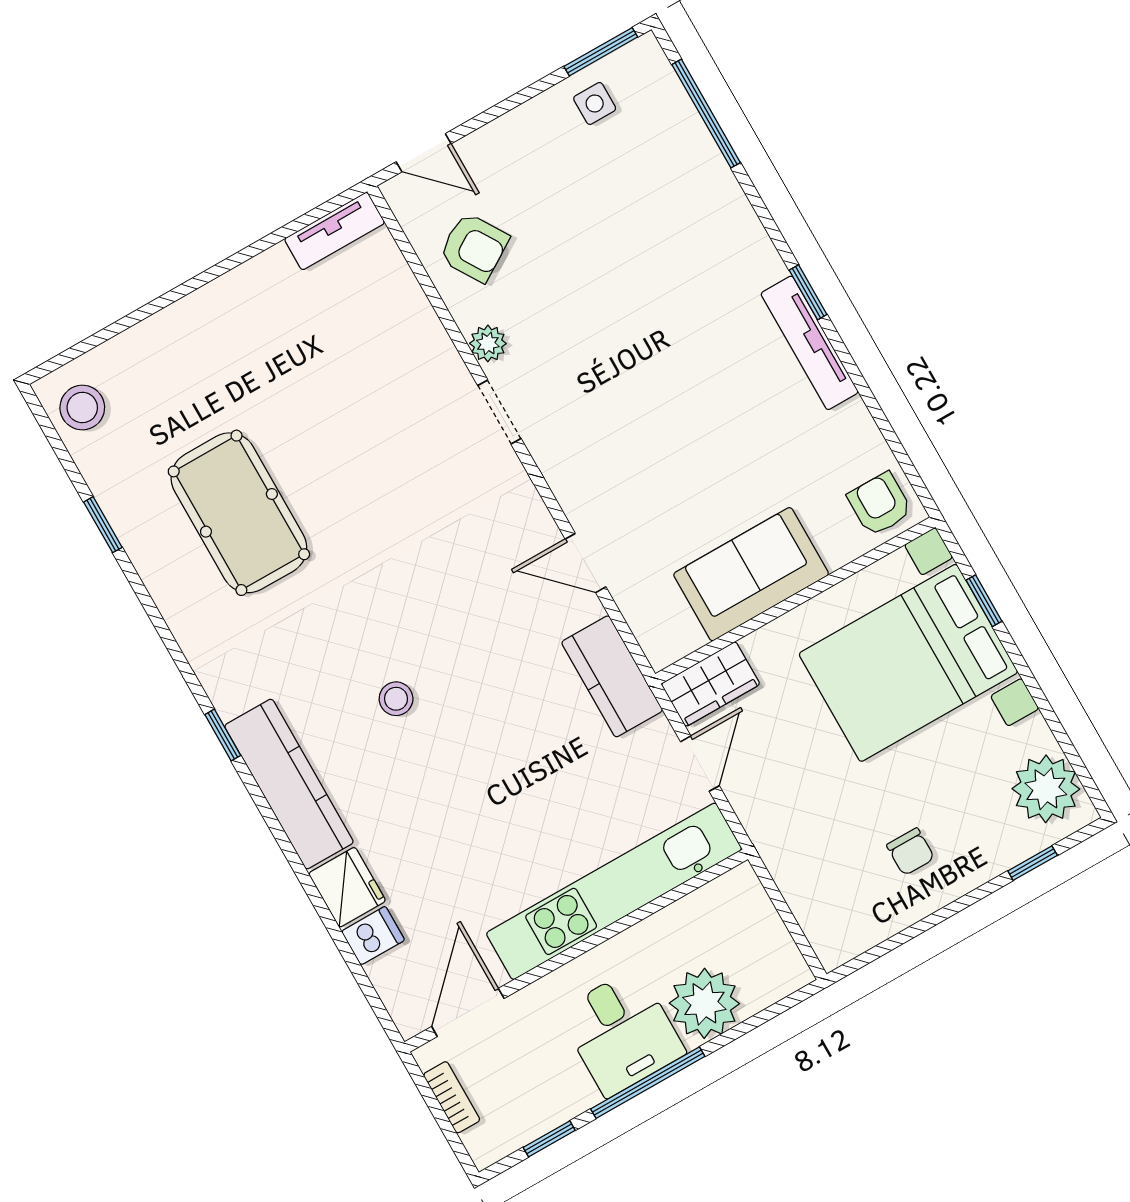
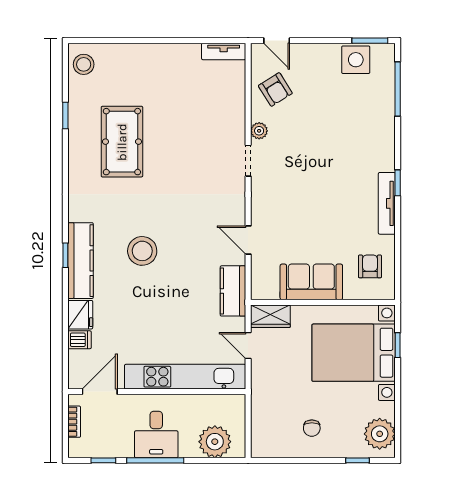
side table: (595, 103) -> (356, 60), width x1.87, depth x1.87
armchair: (880, 504) -> (370, 266), moved
stool: (396, 699) -> (142, 251), width x1.89, depth x1.89
window: (223, 735) -> (65, 255), moved
door: (700, 764) -> (248, 346), swing flipped
plant: (704, 1003) -> (215, 442), moved

